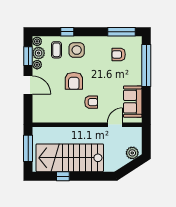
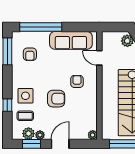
plant: (37, 41) -> (93, 135), moved
sofa: (133, 102) -> (71, 40), width x1.36

